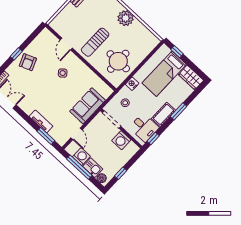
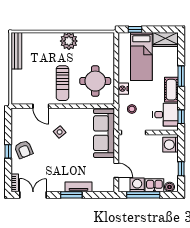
sofa: (88, 106) -> (104, 133), width x1.36
window: (46, 136) -> (71, 195), moved
washing machine: (121, 140) -> (170, 145), moved, turned 90

